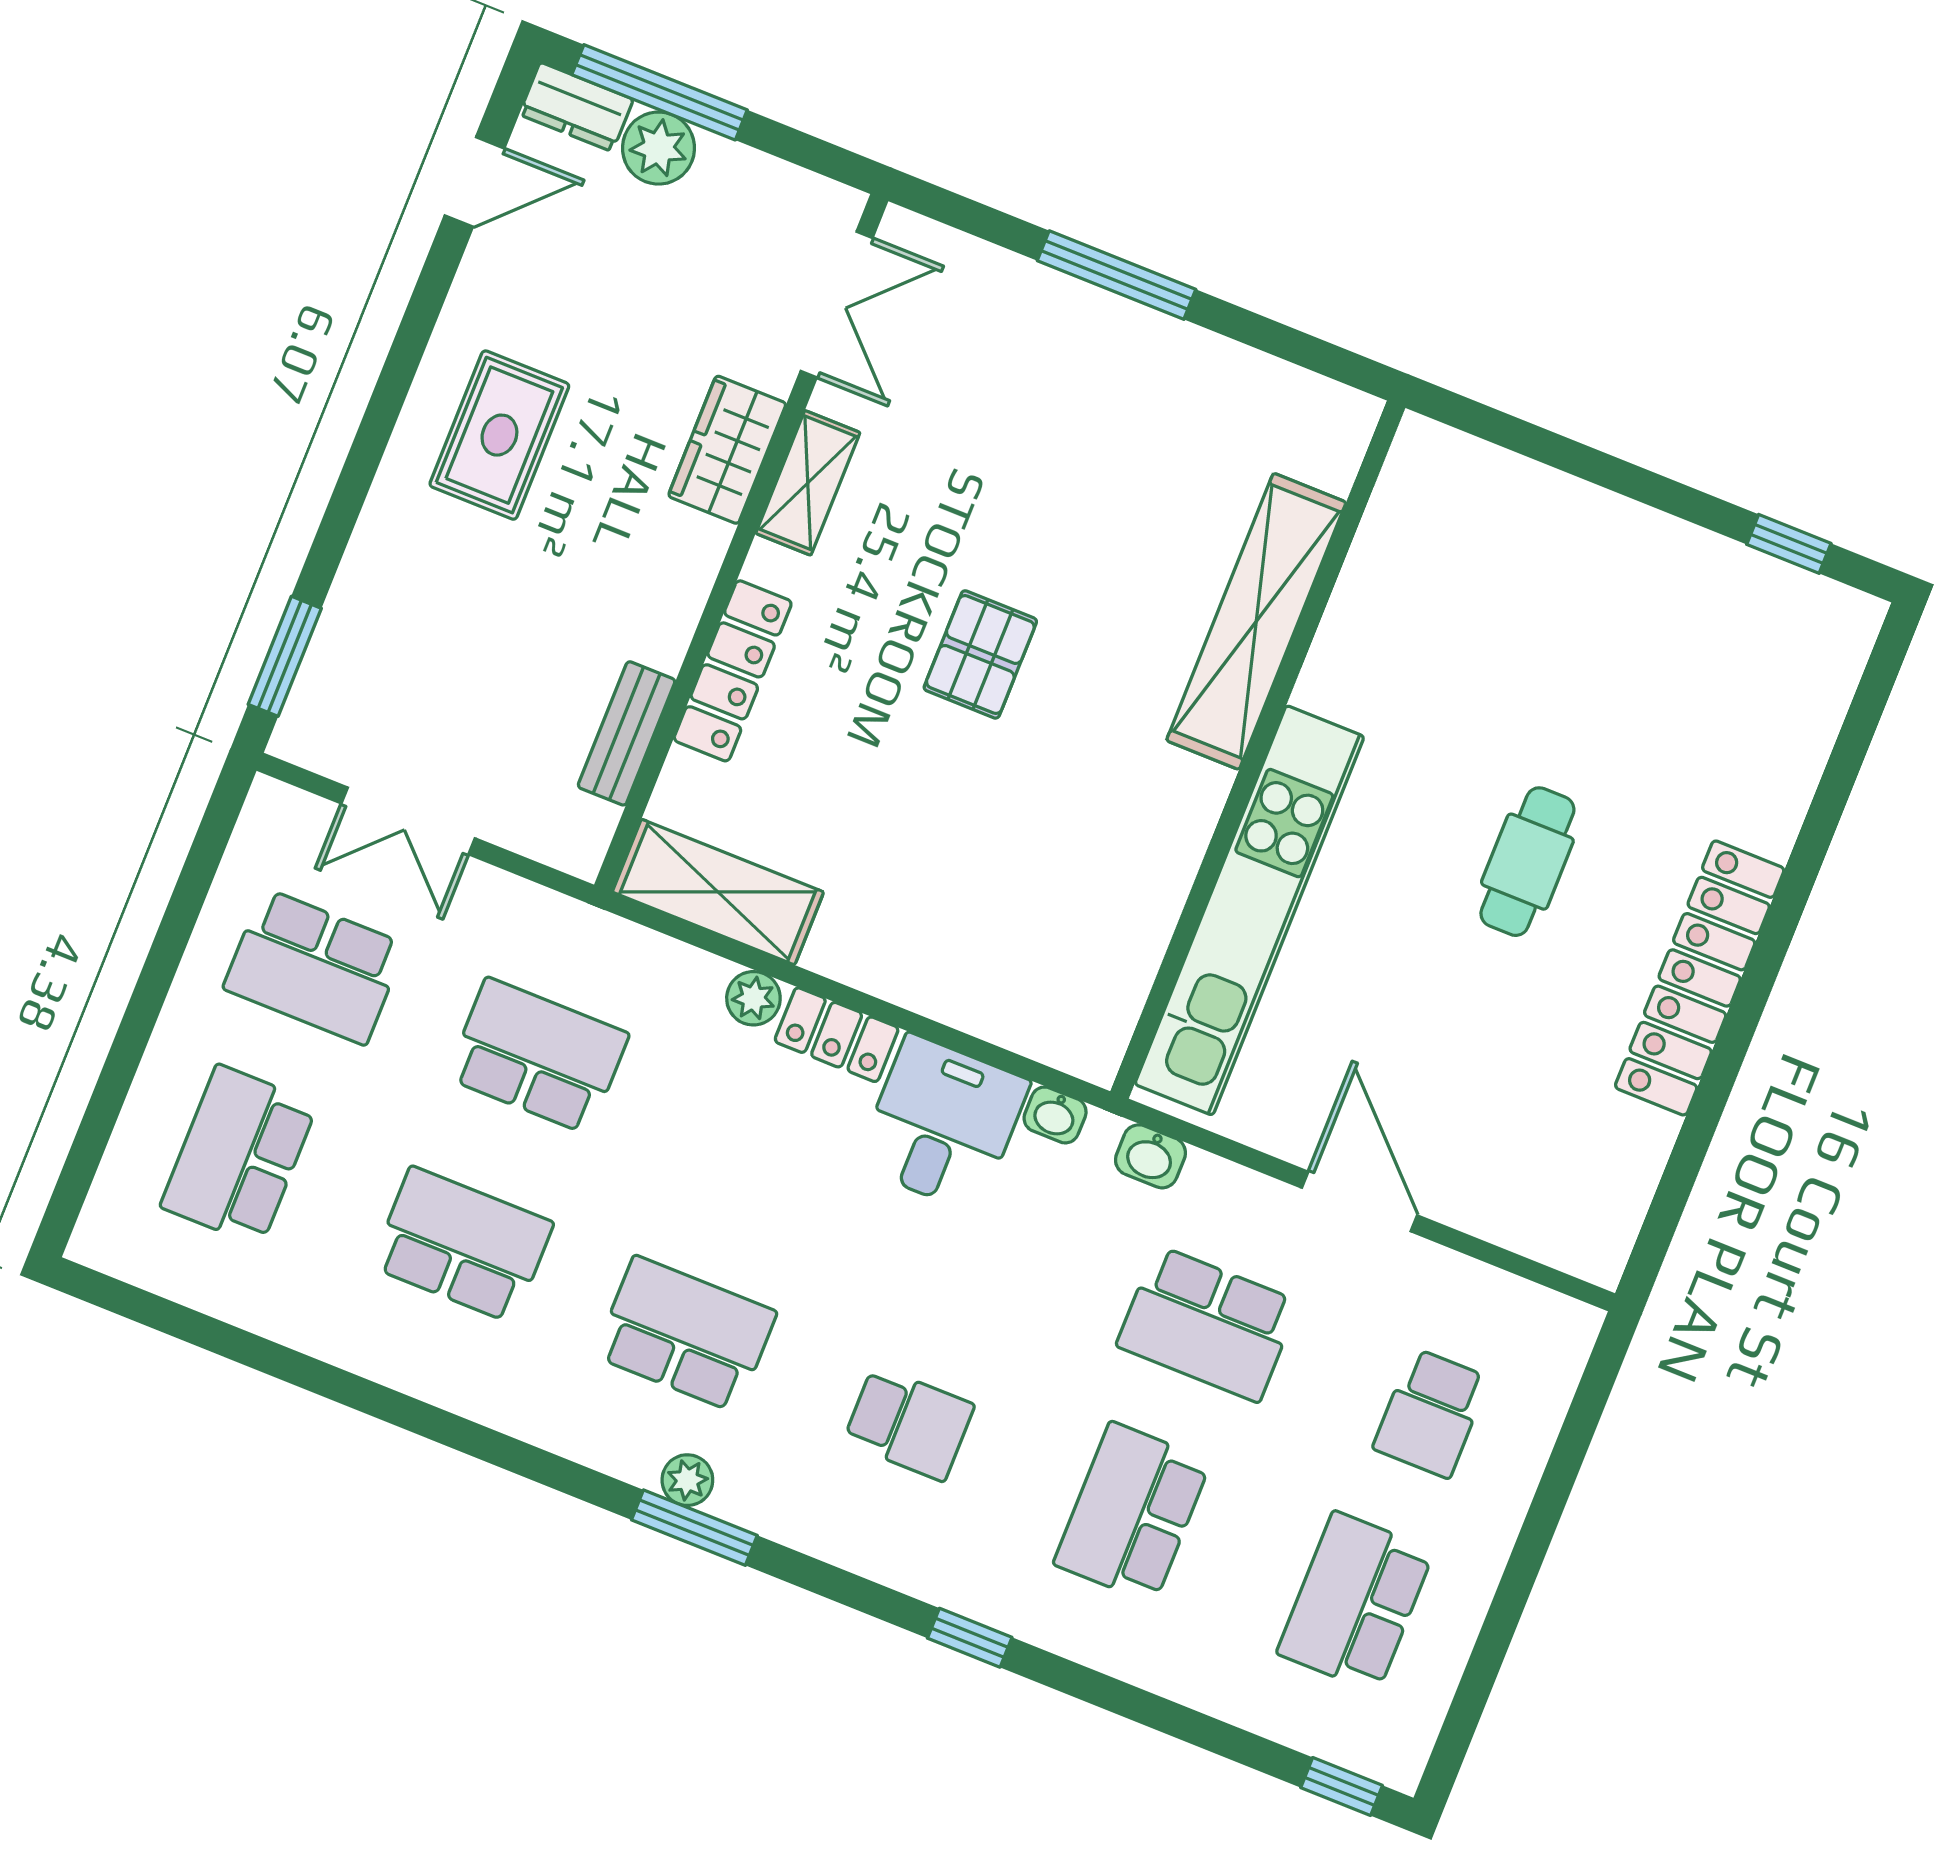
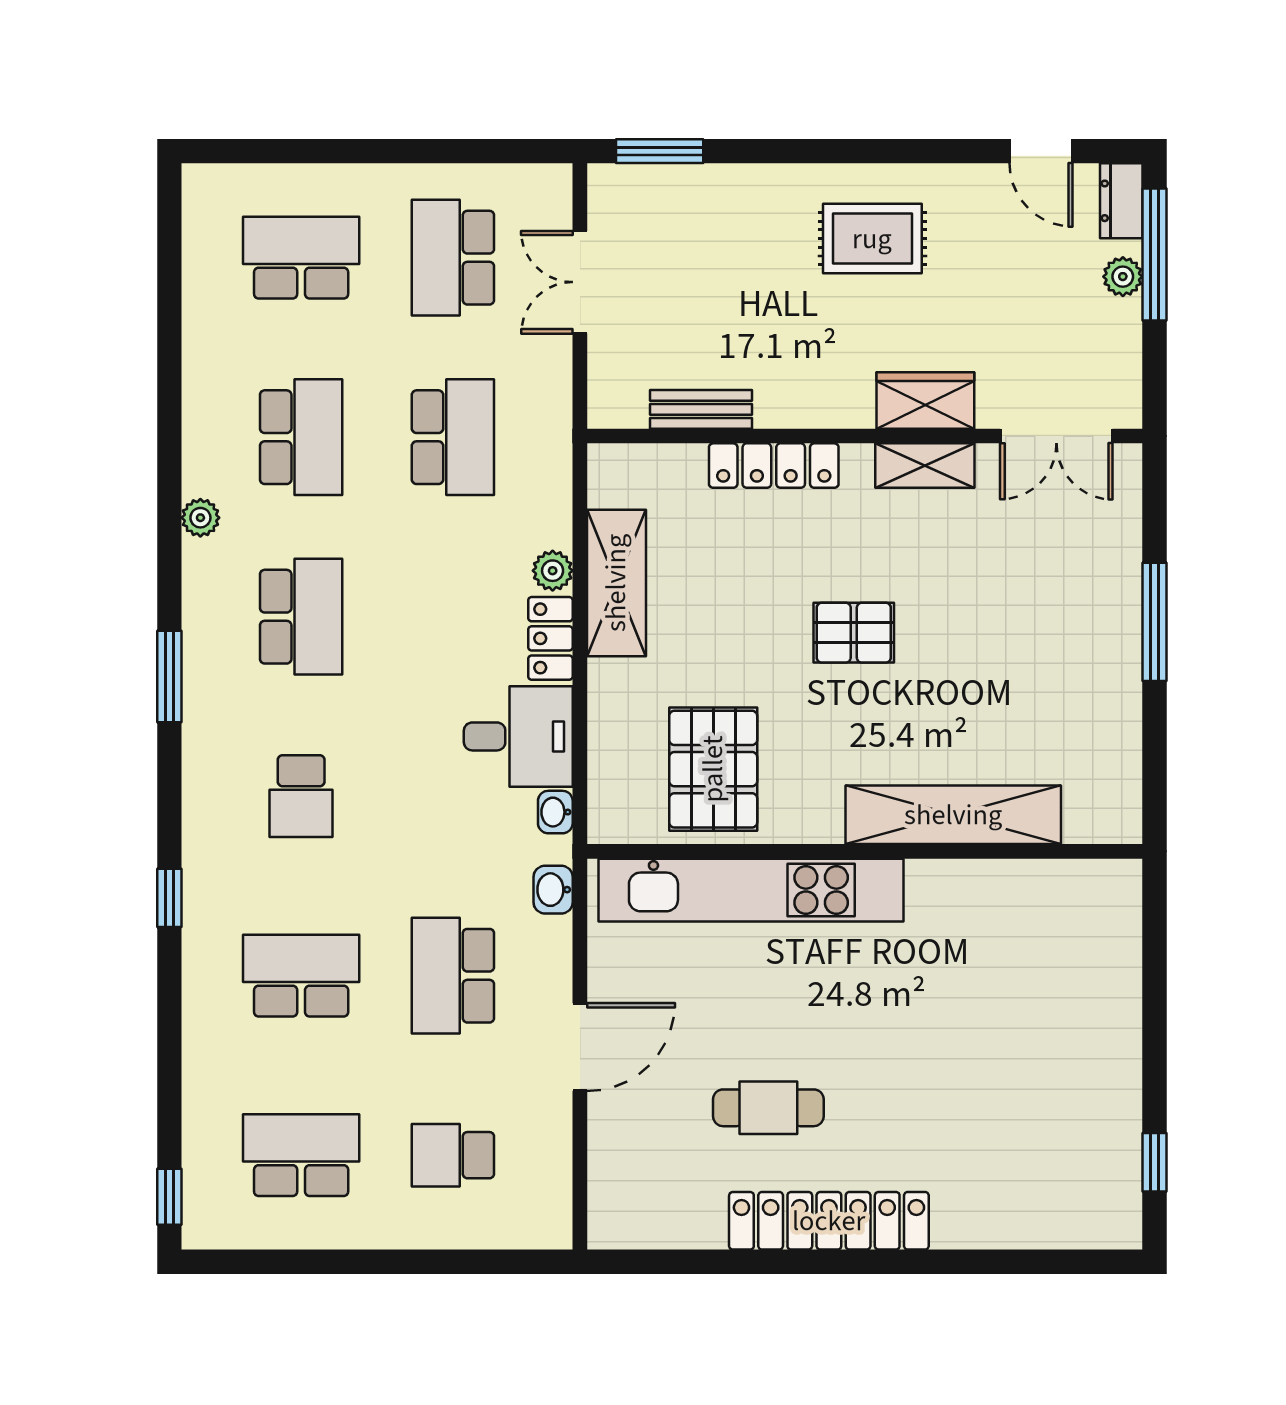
plant: (658, 148) -> (1123, 277), width x0.73, depth x0.73
cafe table: (1527, 862) -> (768, 1108), moved
shelving: (718, 892) -> (616, 583), moved
pallet: (1080, 897) -> (713, 769), added
plant: (687, 1480) -> (200, 518), moved

